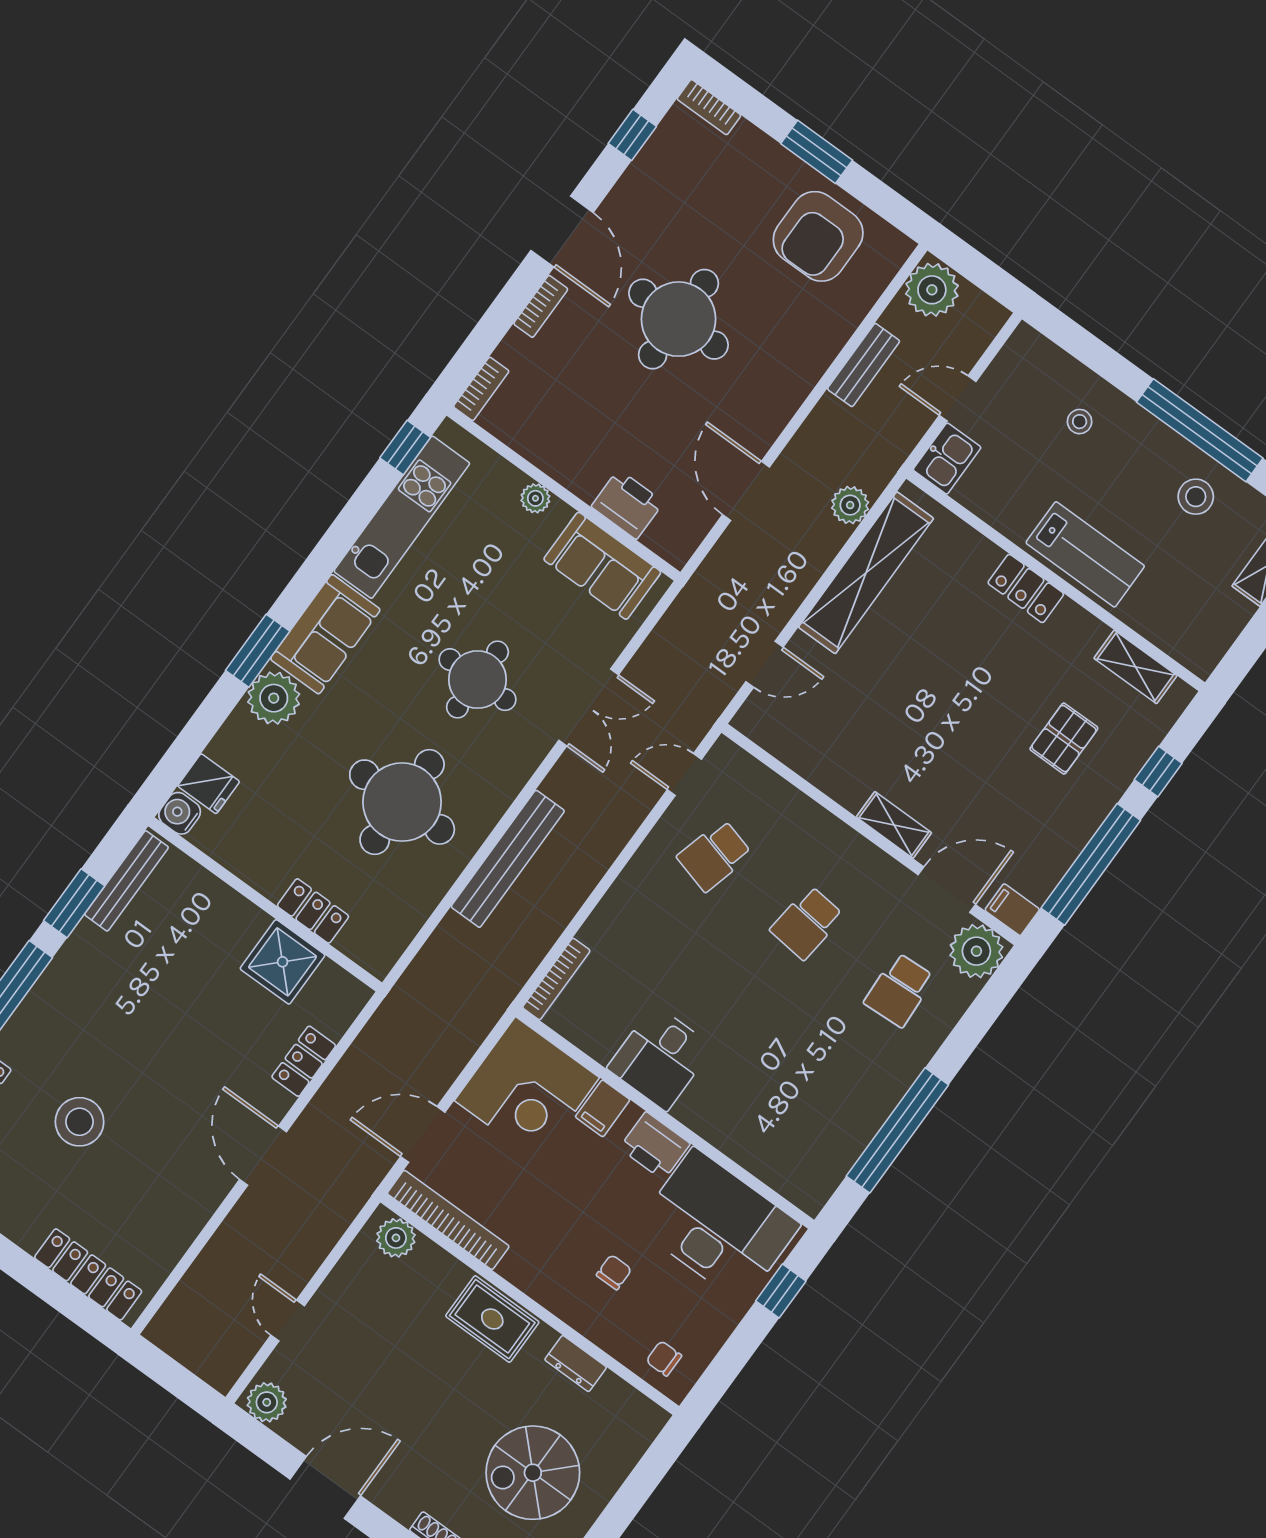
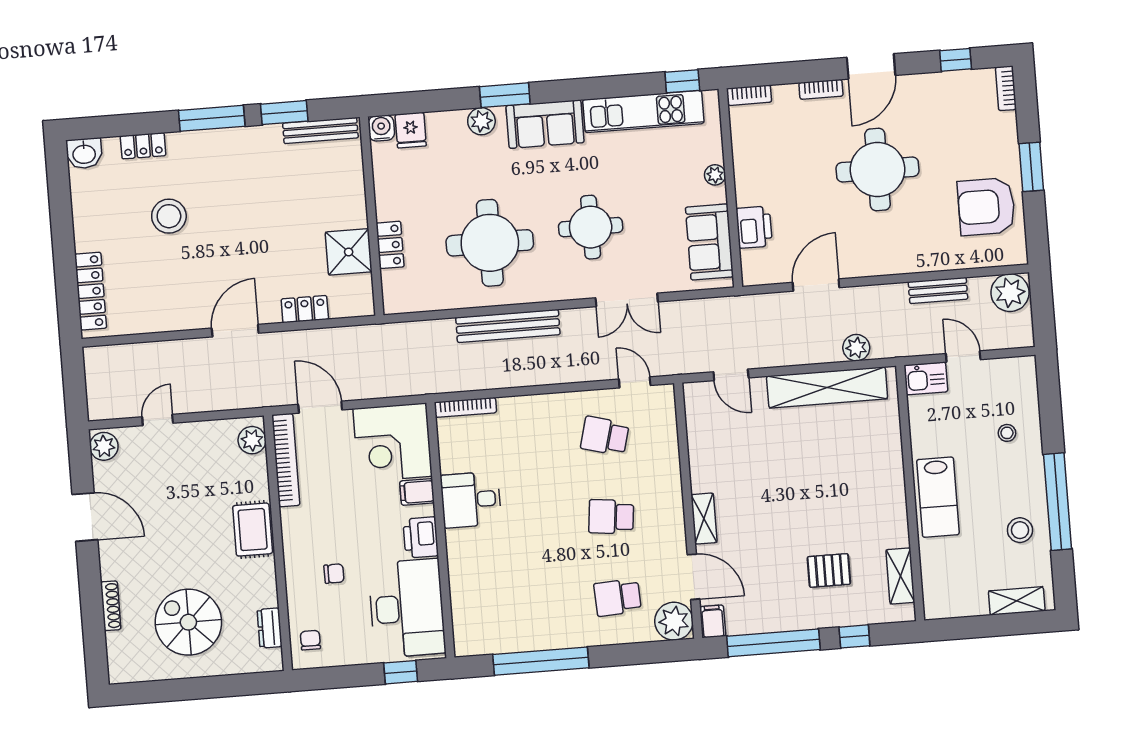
locker: (1026, 588) -> (892, 481), removed
plant: (274, 698) -> (481, 121), width x0.73, depth x0.73
dresser: (576, 1364) -> (270, 628), moved

